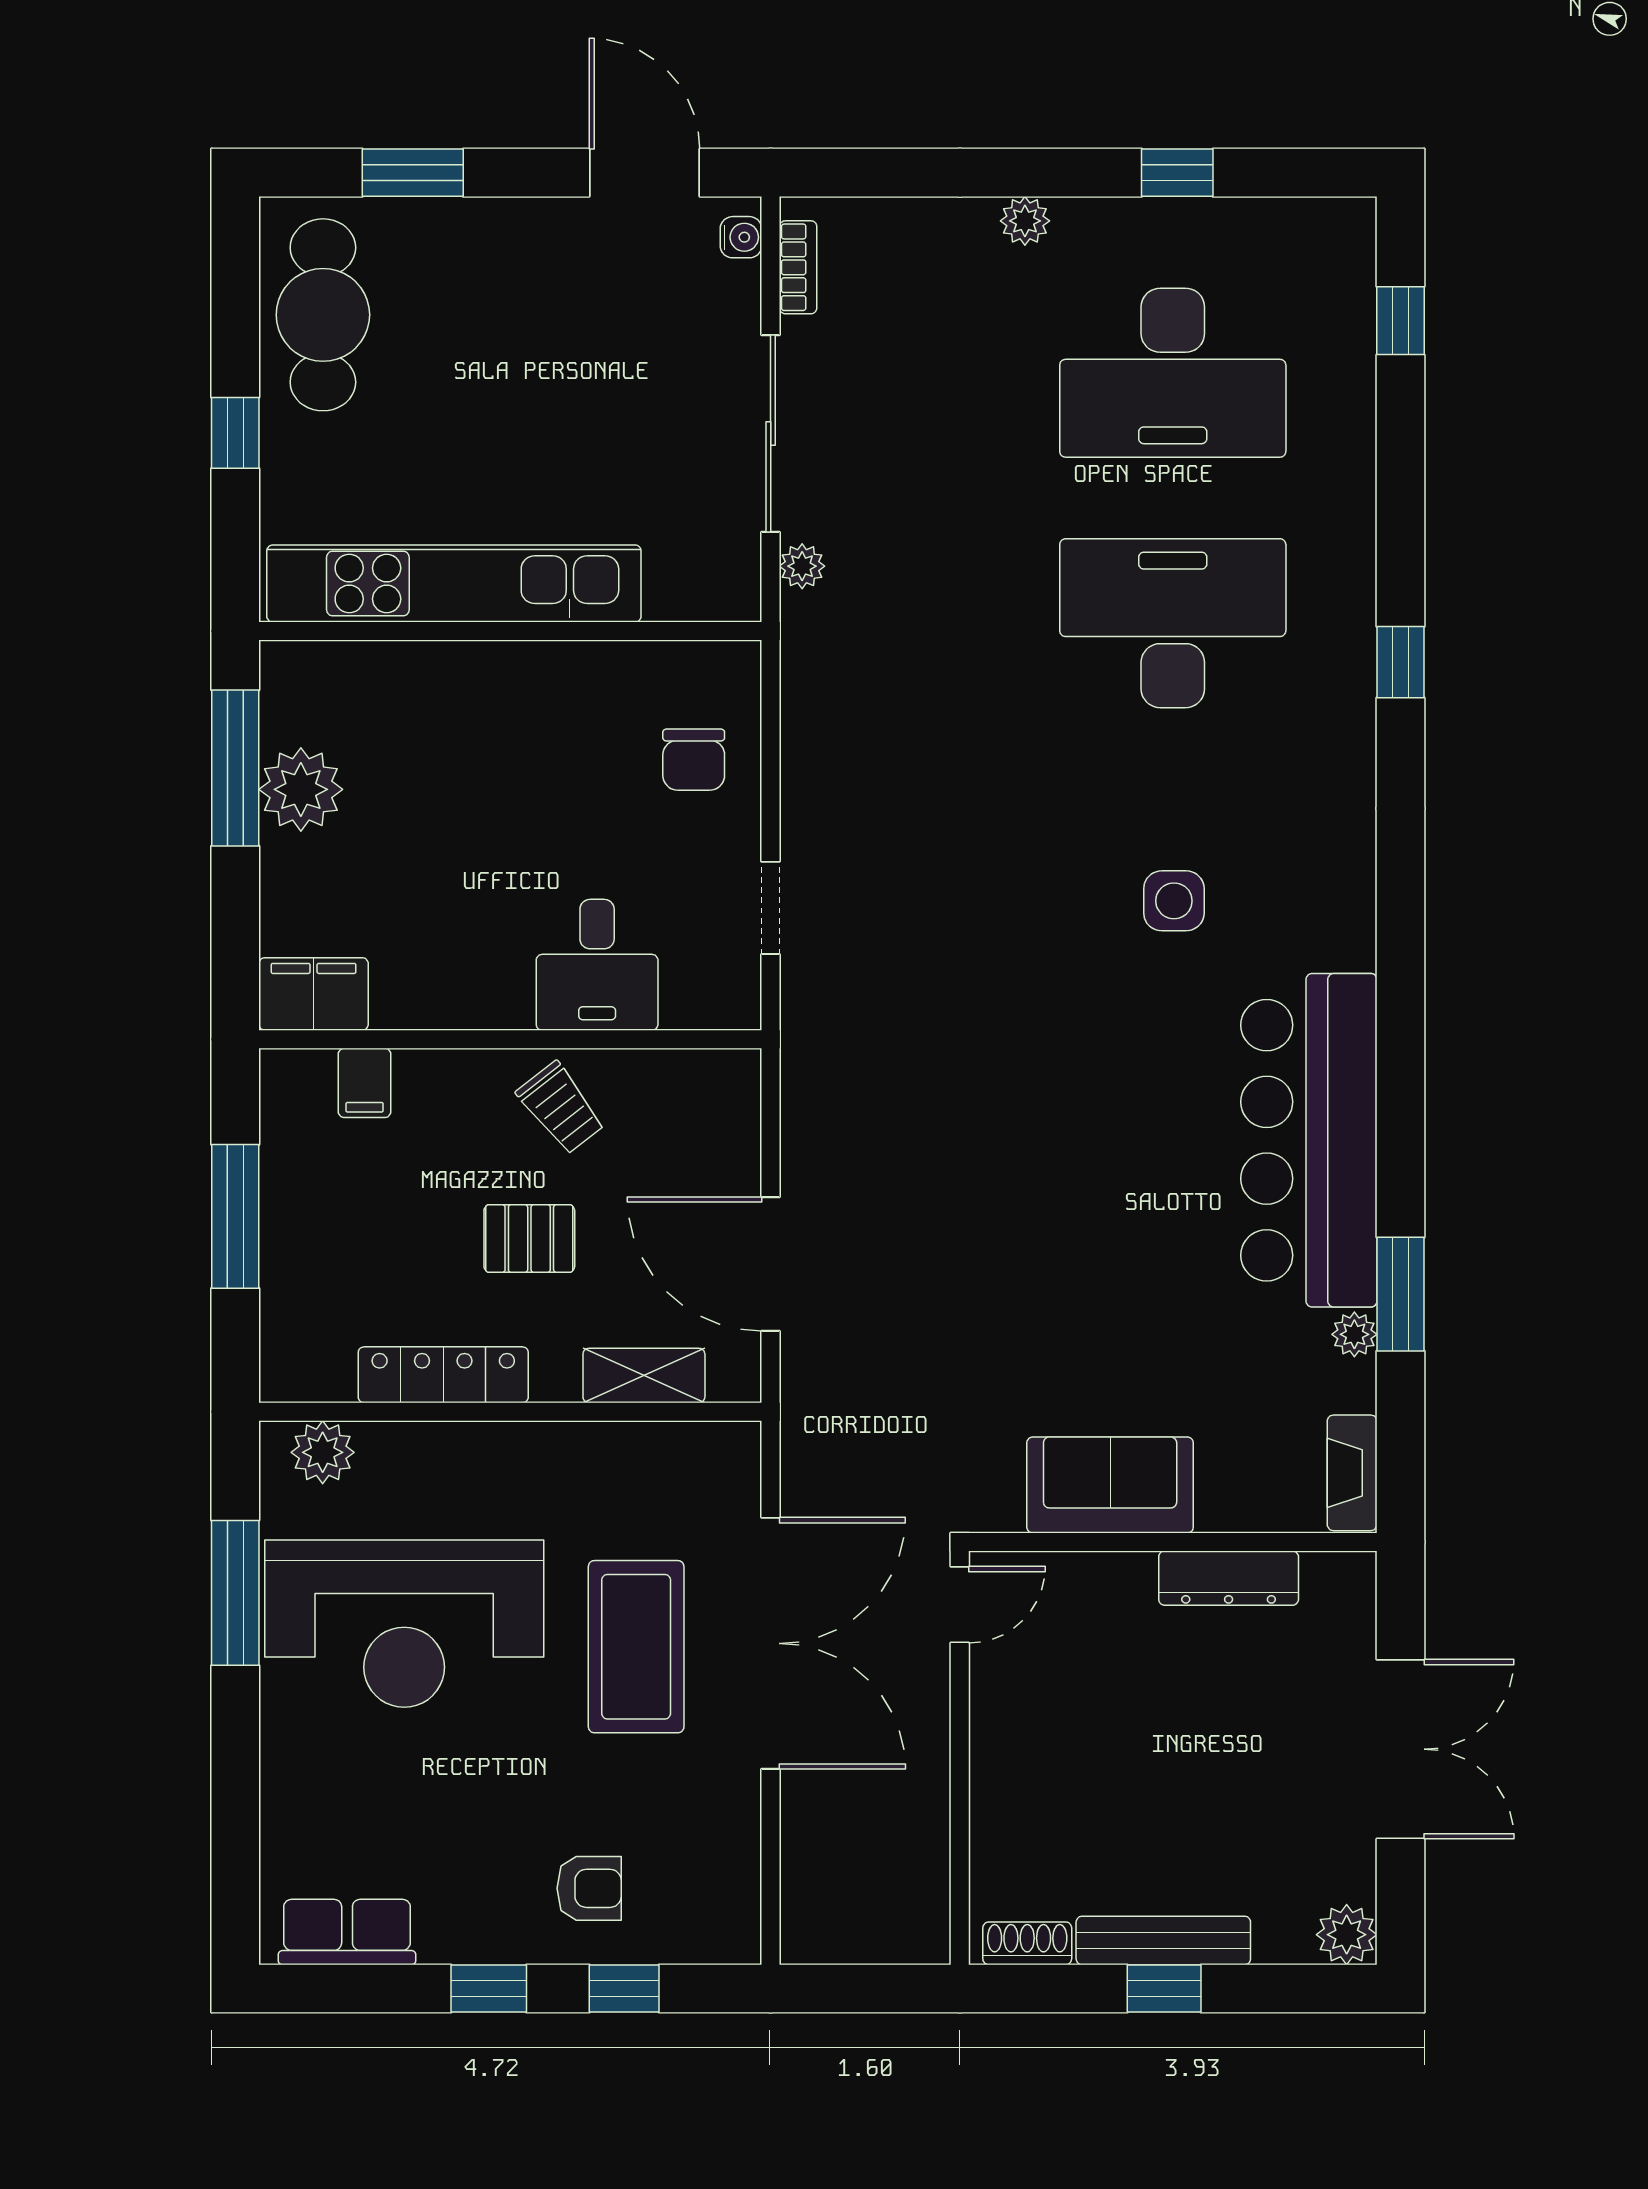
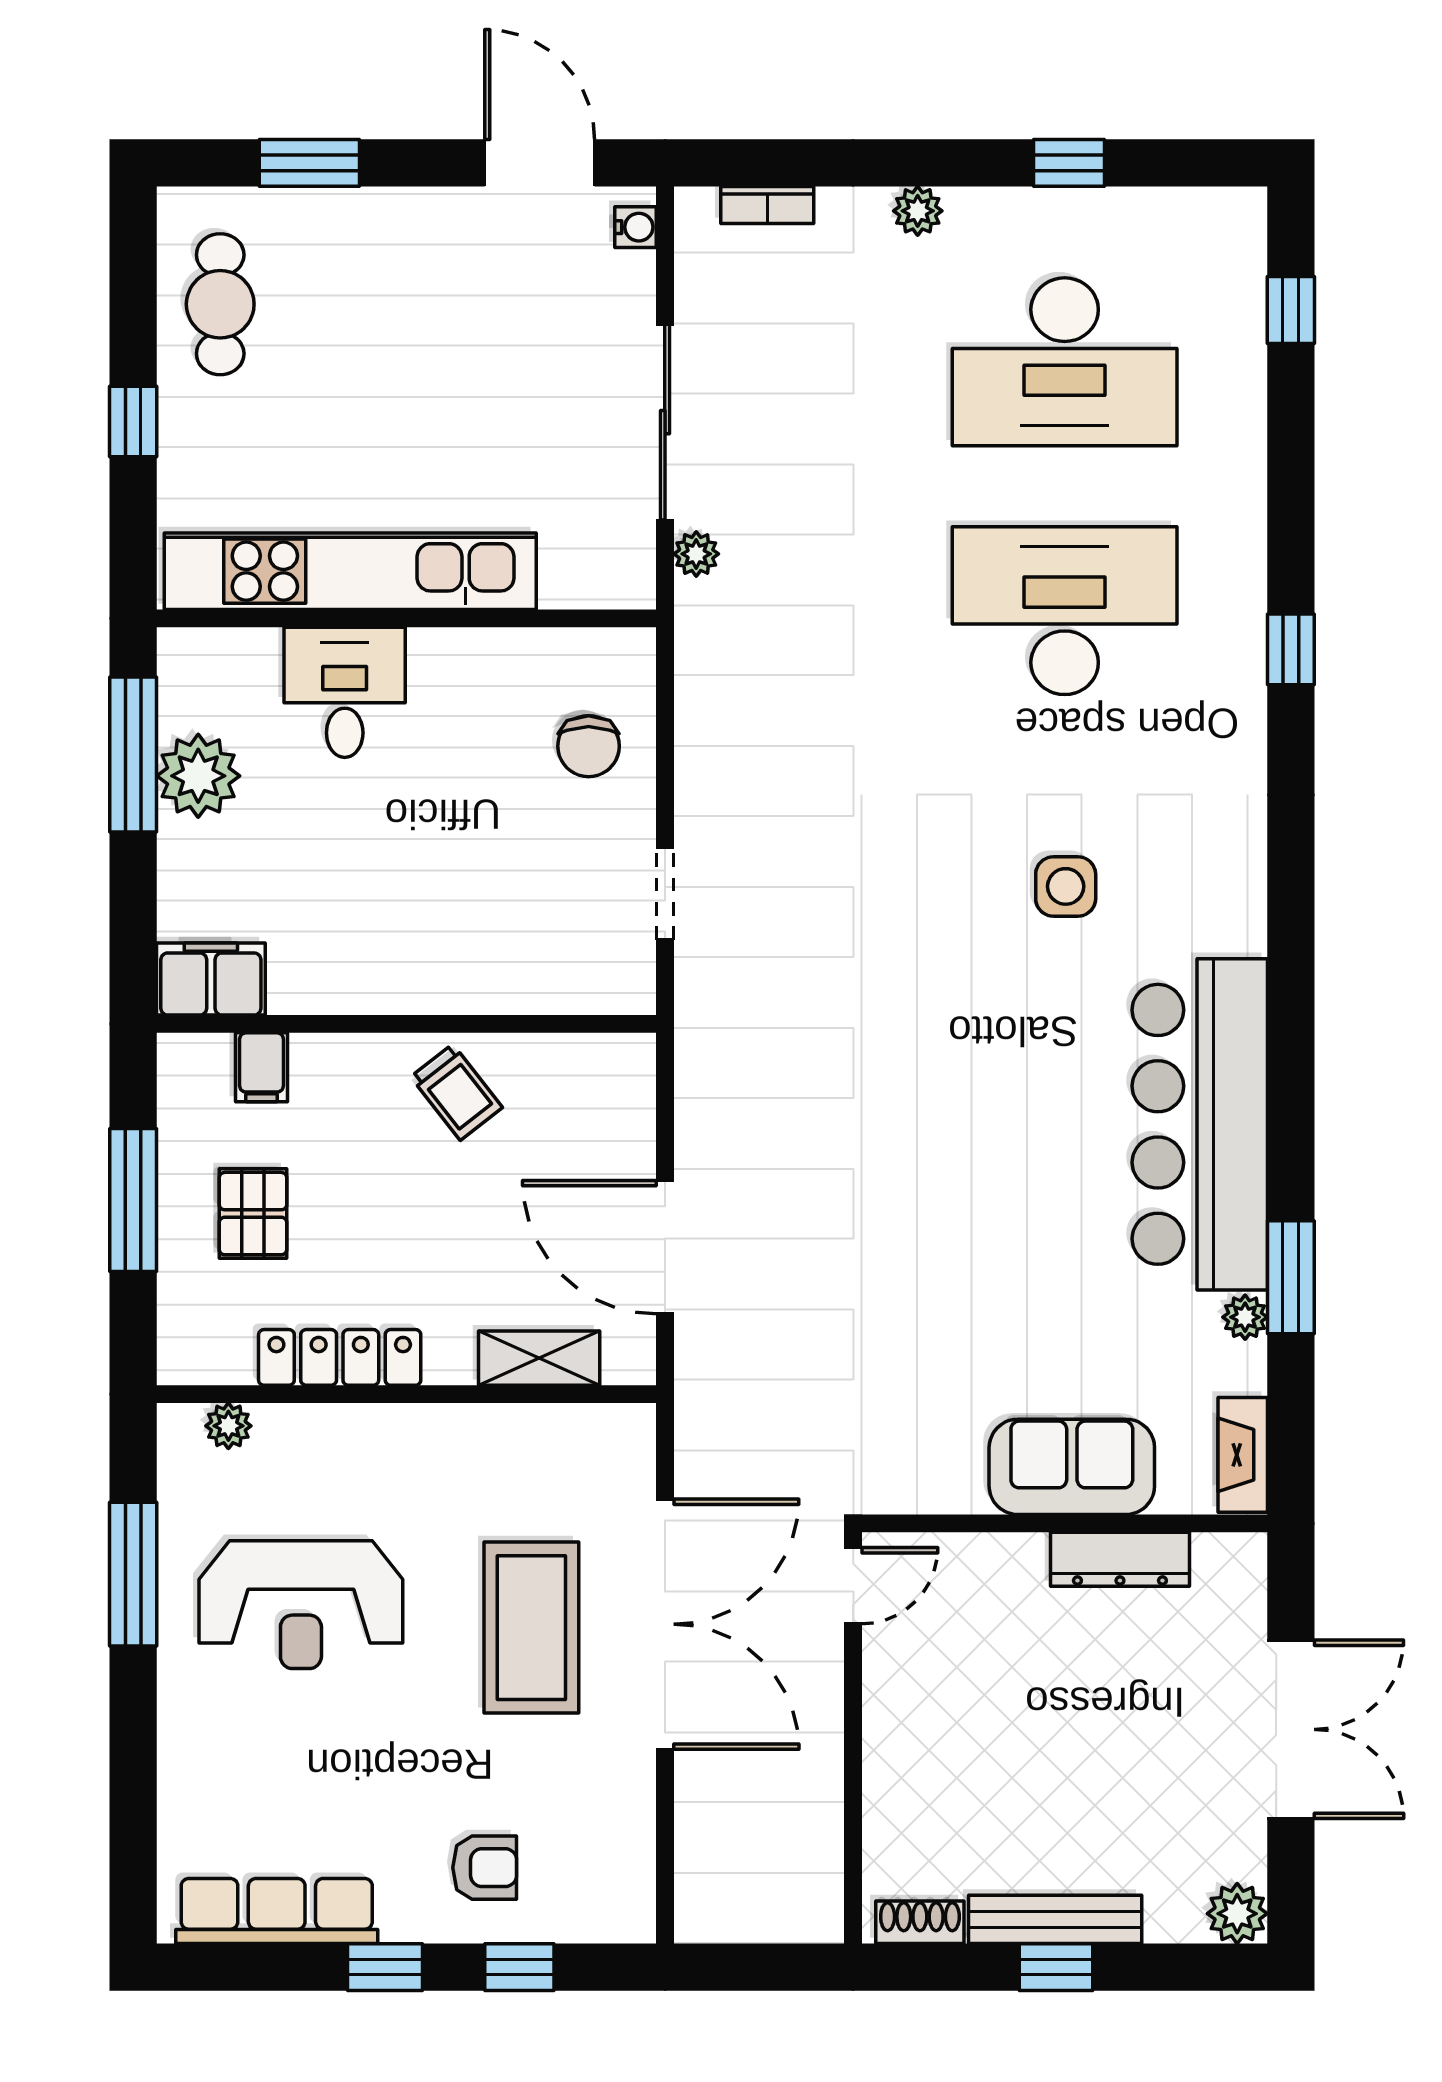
bookcase: (798, 267) -> (767, 205), moved, turned 90
cafe table: (323, 315) -> (220, 304), width x0.73, depth x0.74
desk: (597, 965) -> (345, 692), moved, turned 180
pallet: (529, 1238) -> (253, 1214), moved, turned 90
plant: (323, 1452) -> (228, 1426), width x0.73, depth x0.73
sofa: (1110, 1485) -> (1072, 1467), moved
reception desk: (404, 1624) -> (301, 1605), width x0.74, depth x0.77
row of seats: (347, 1932) -> (277, 1911), width x1.48

